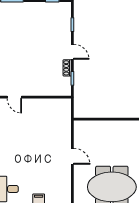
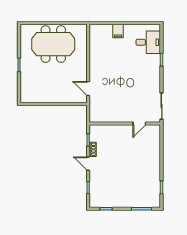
door: (14, 97) -> (139, 123), swing flipped
door: (72, 156) -> (88, 88), moved

